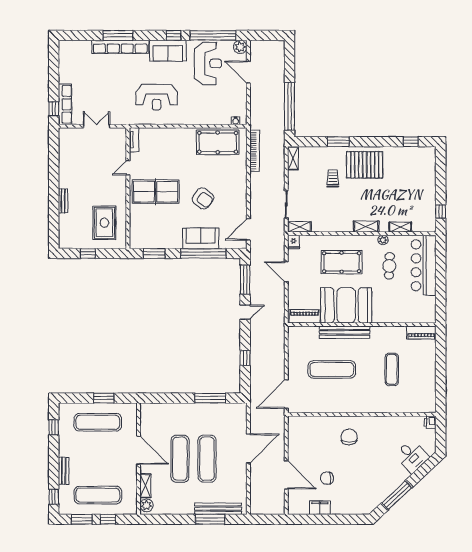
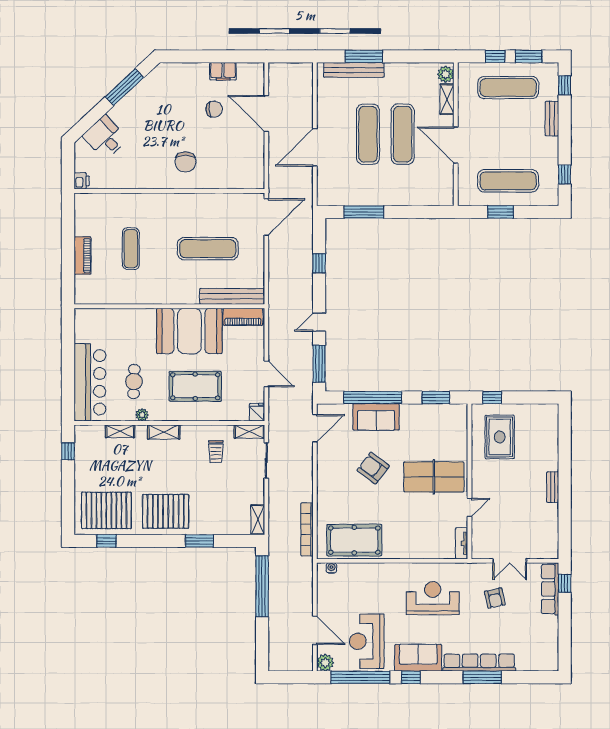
armchair: (108, 97) -> (495, 598), added
pallet: (411, 165) -> (106, 510), added
trolley: (333, 178) -> (216, 452), moved
bench: (63, 201) -> (553, 487), moved
window: (88, 253) -> (492, 397), moved
bench: (345, 332) -> (232, 296), moved
piano: (421, 333) -> (83, 256), moved, turned 90

